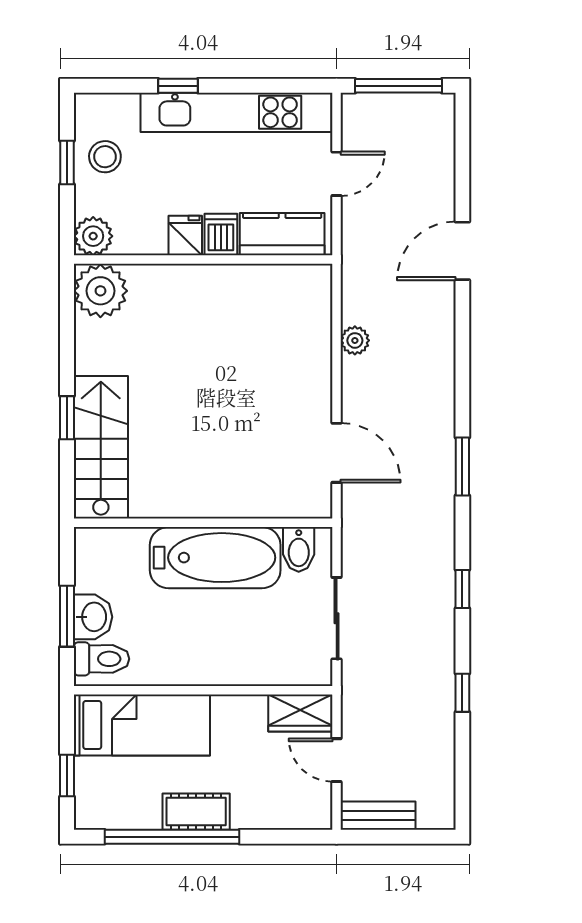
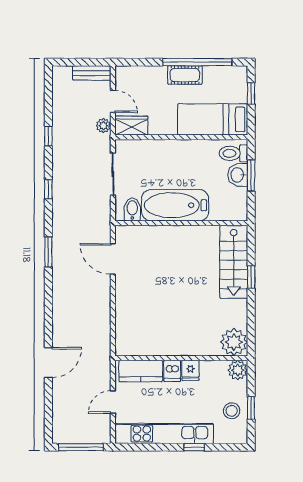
plant: (355, 340) -> (103, 126), moved

